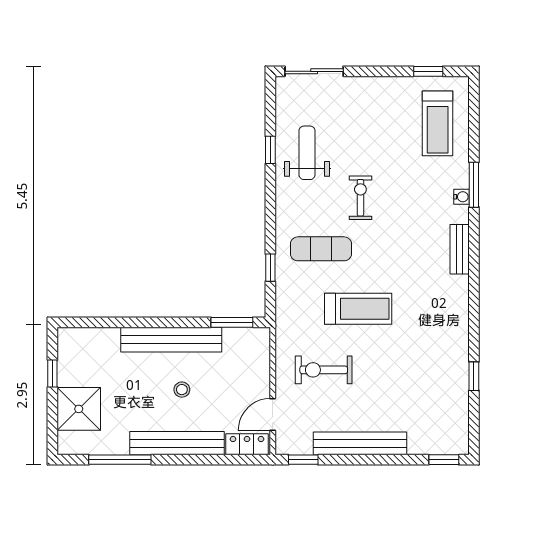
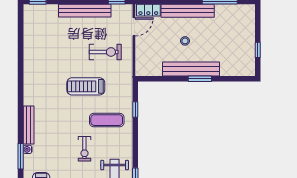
bench: (460, 249) -> (29, 125), width x1.36
window: (232, 322) -> (200, 79), moved
window: (474, 376) -> (21, 48), removed
shower: (79, 409) -> (243, 30), removed

